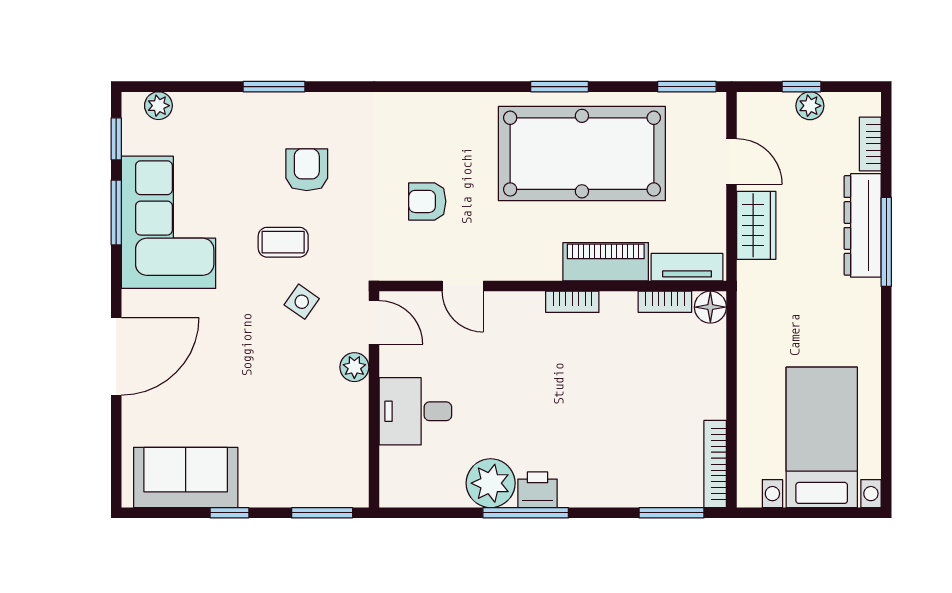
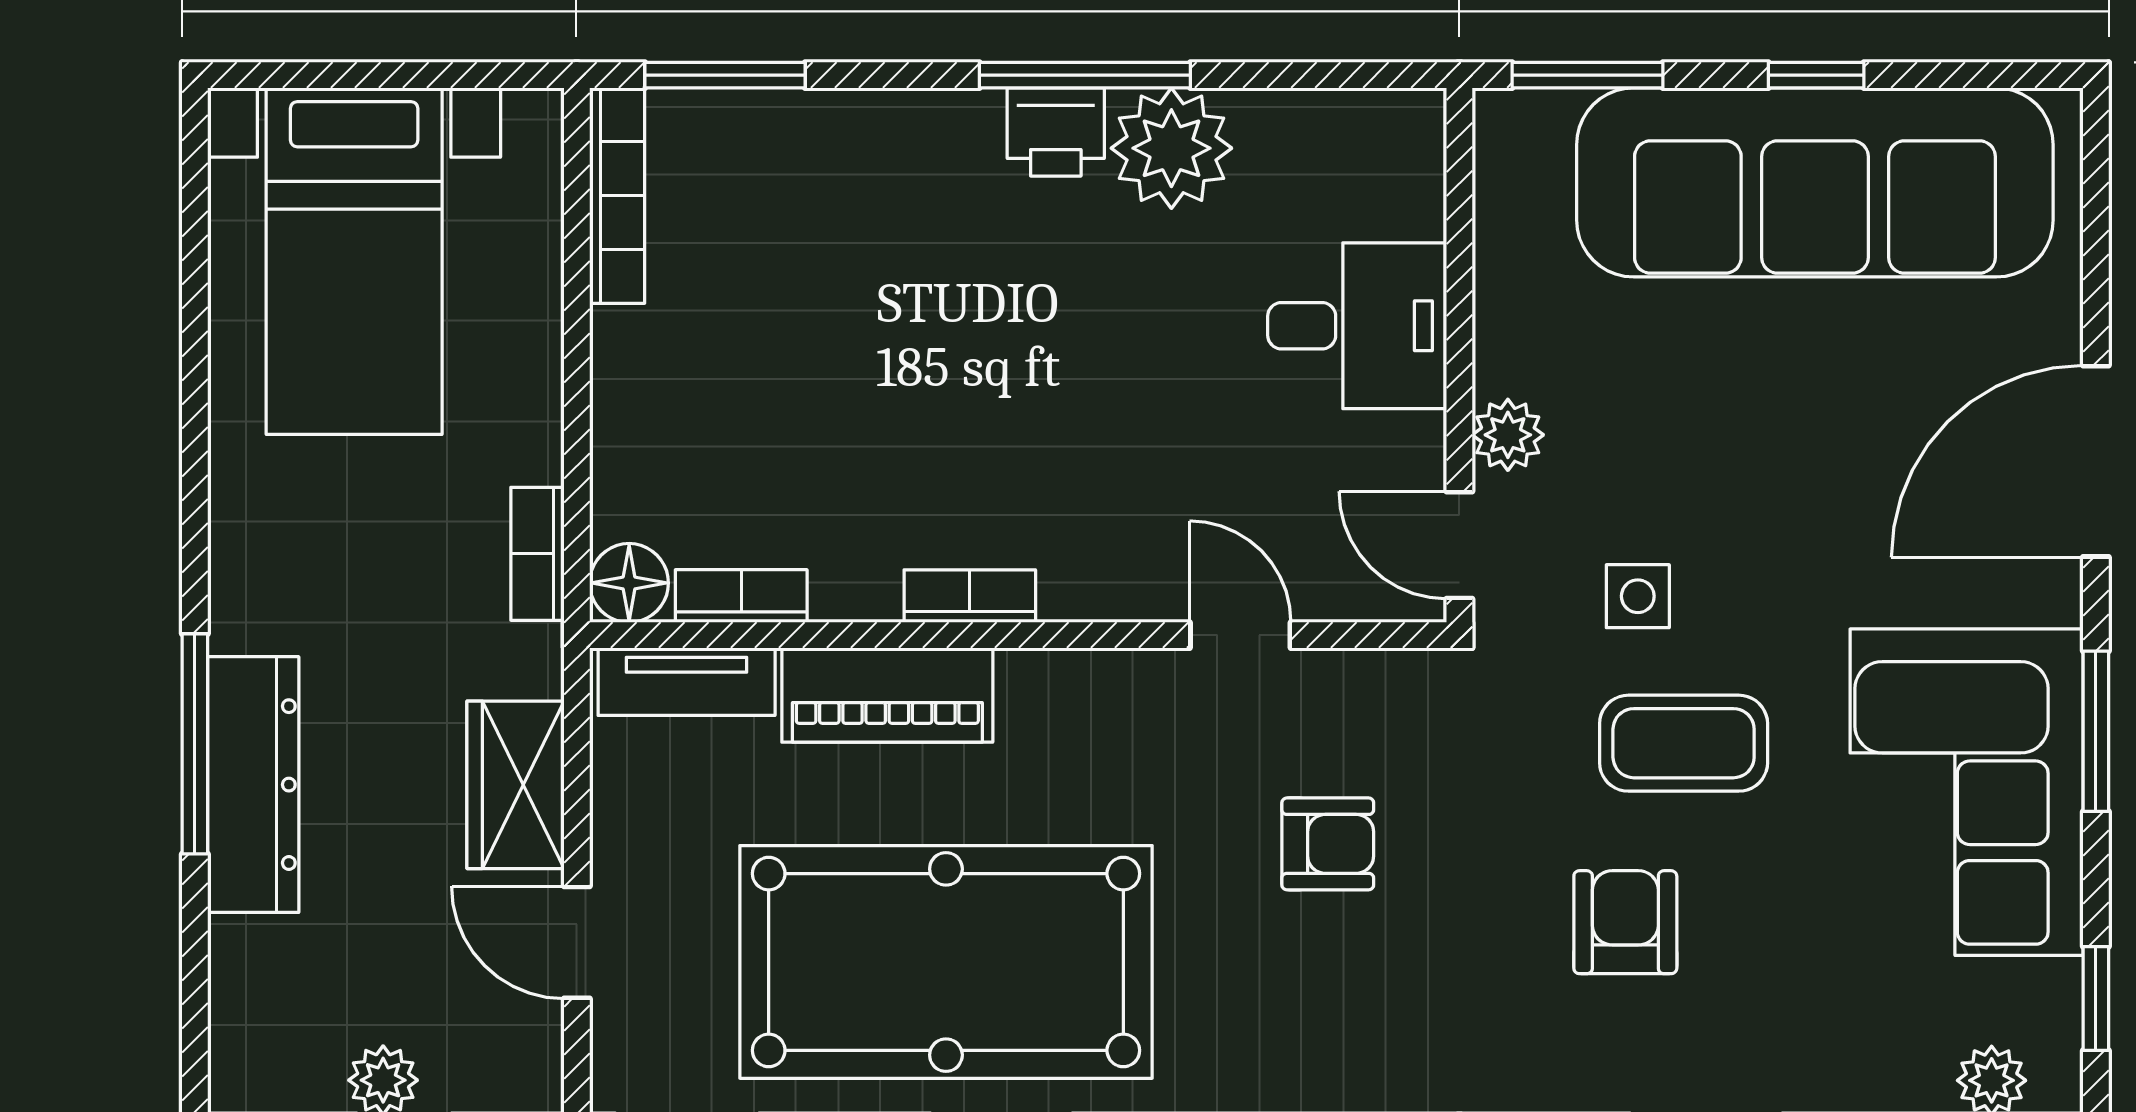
bookcase: (870, 144) -> (537, 554), moved, turned 180
armchair: (307, 170) -> (1625, 922), turned 180
window: (116, 212) -> (2096, 731), moved
coffee table: (283, 242) -> (1684, 743), width x1.36, depth x1.30
side table: (302, 302) -> (1638, 596), turned -35
sofa: (186, 478) -> (1815, 182), width x1.85, depth x1.27

